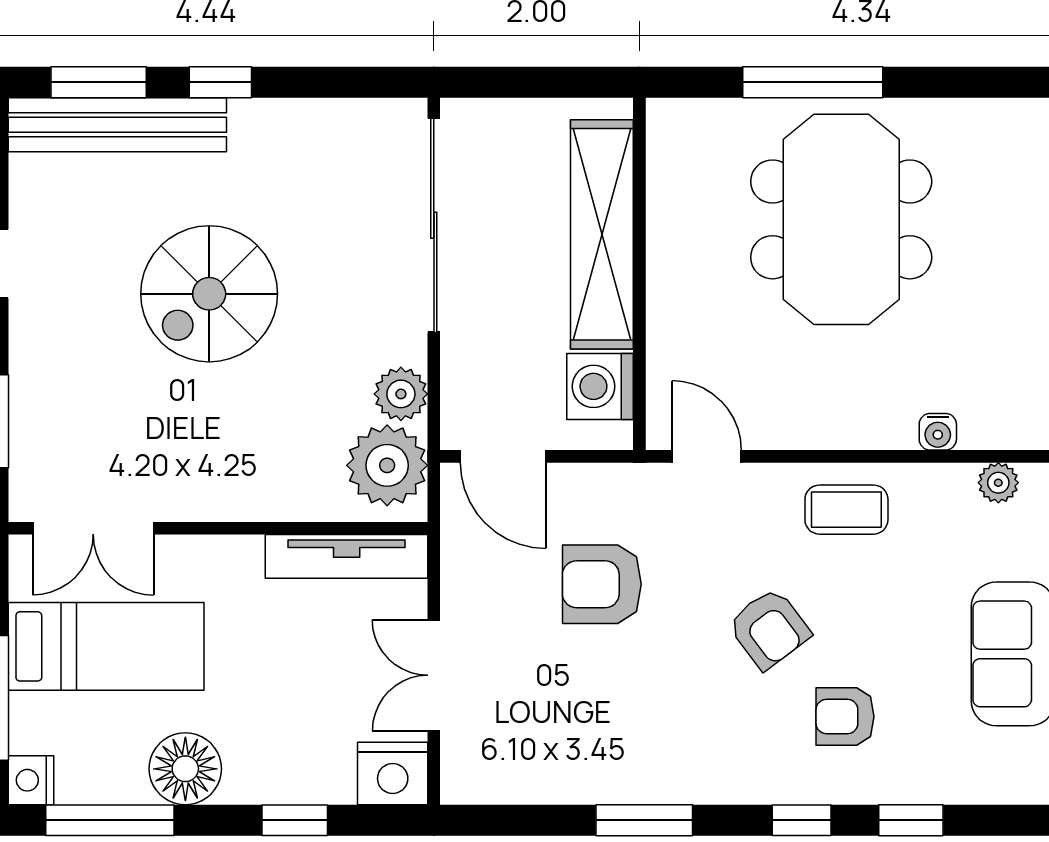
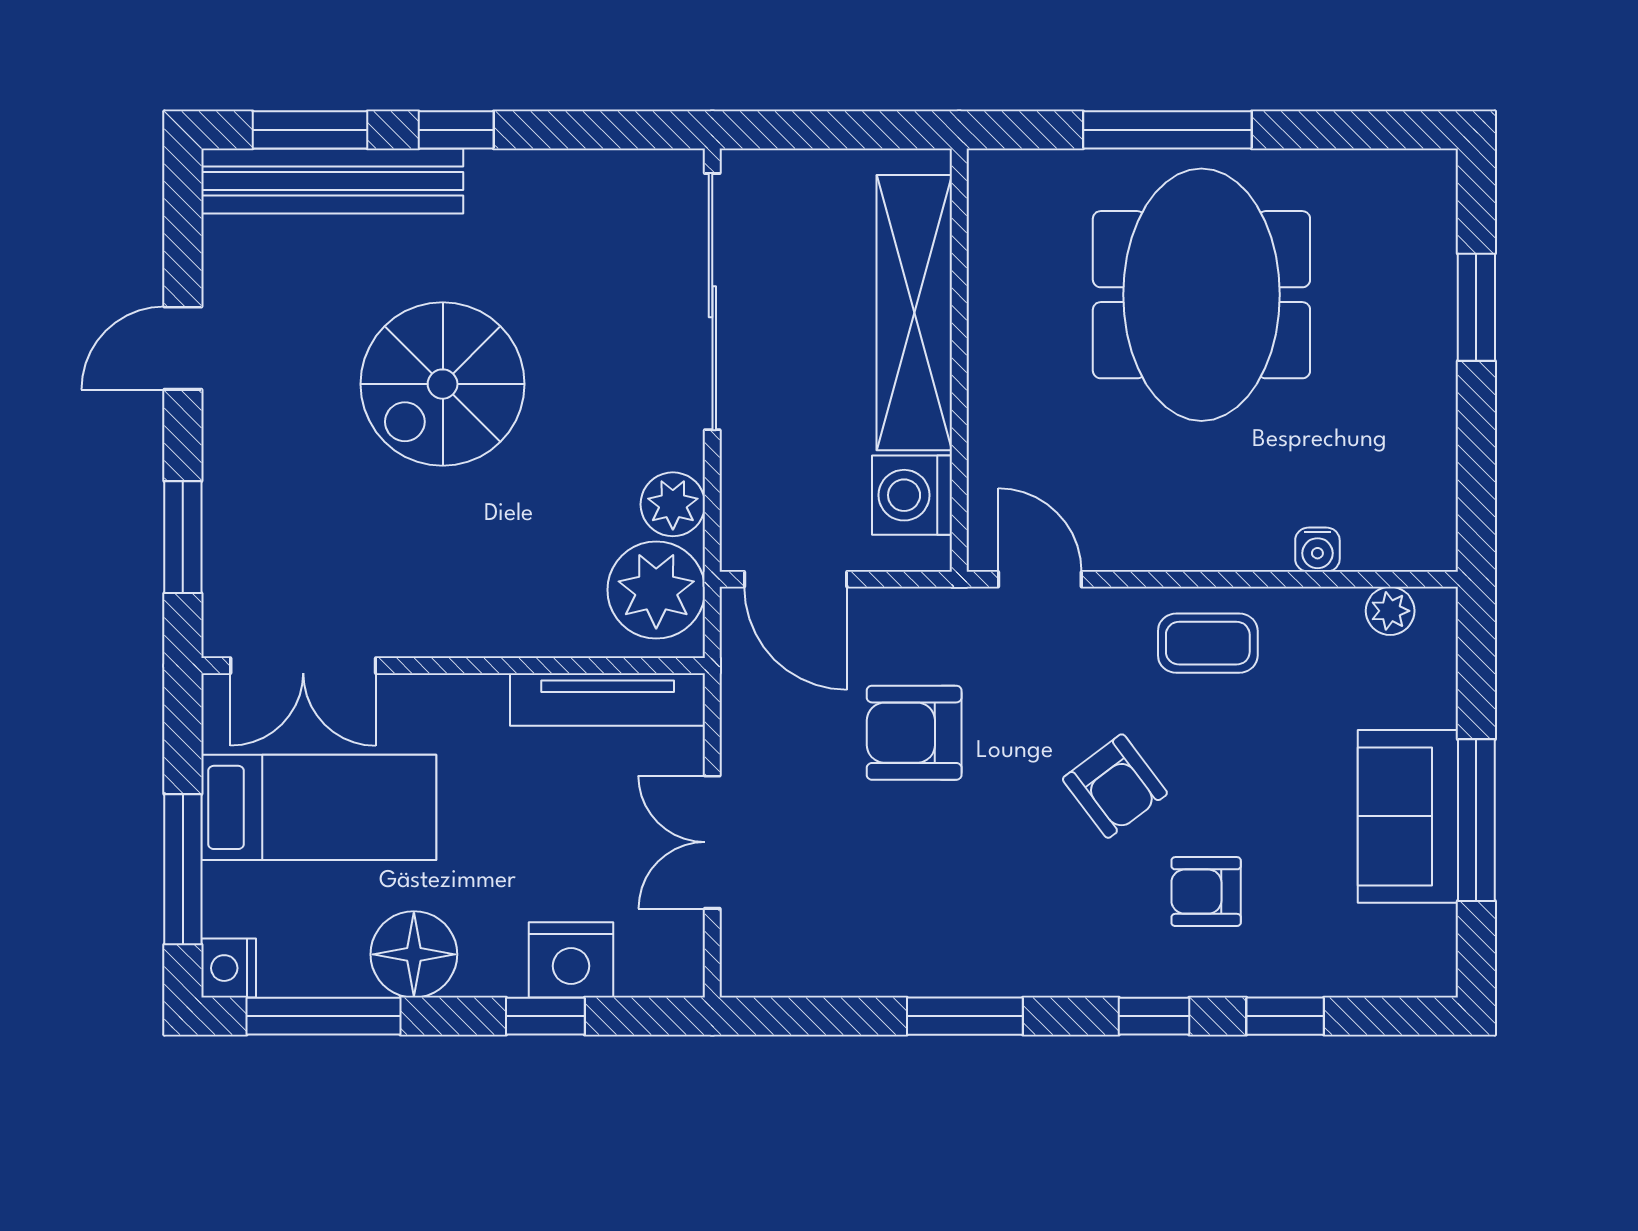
nightstand: (393, 773) -> (571, 960), moved

